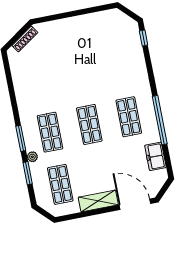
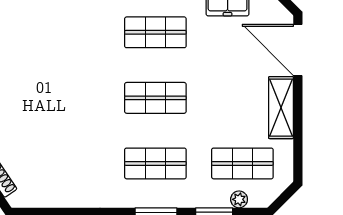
plant: (32, 157) -> (239, 199), moved
door: (135, 204) -> (298, 50), hinge flipped

